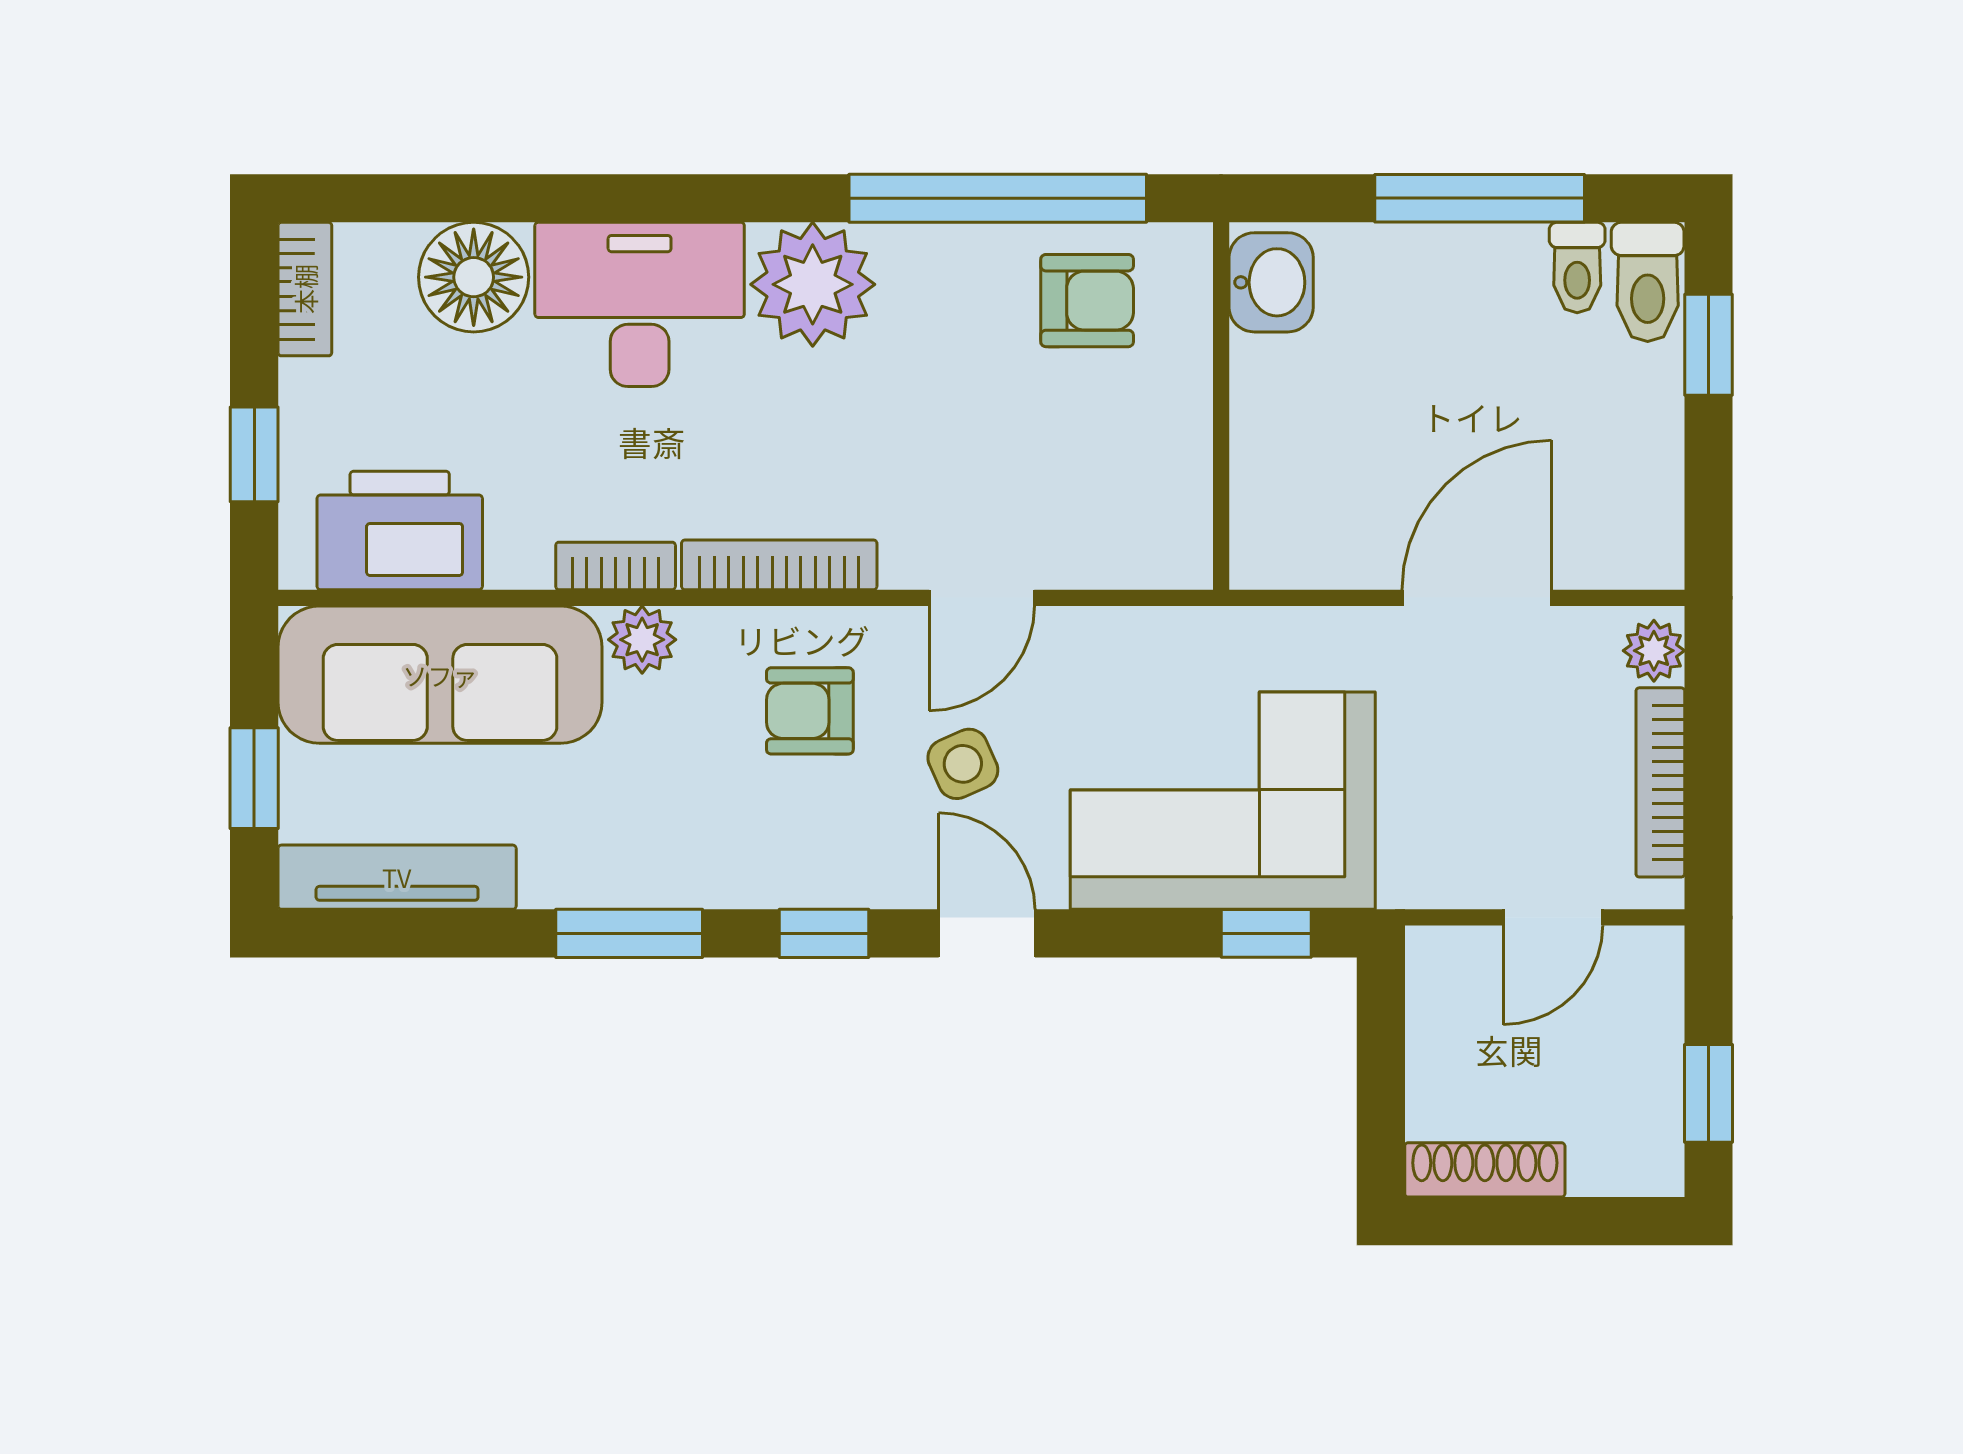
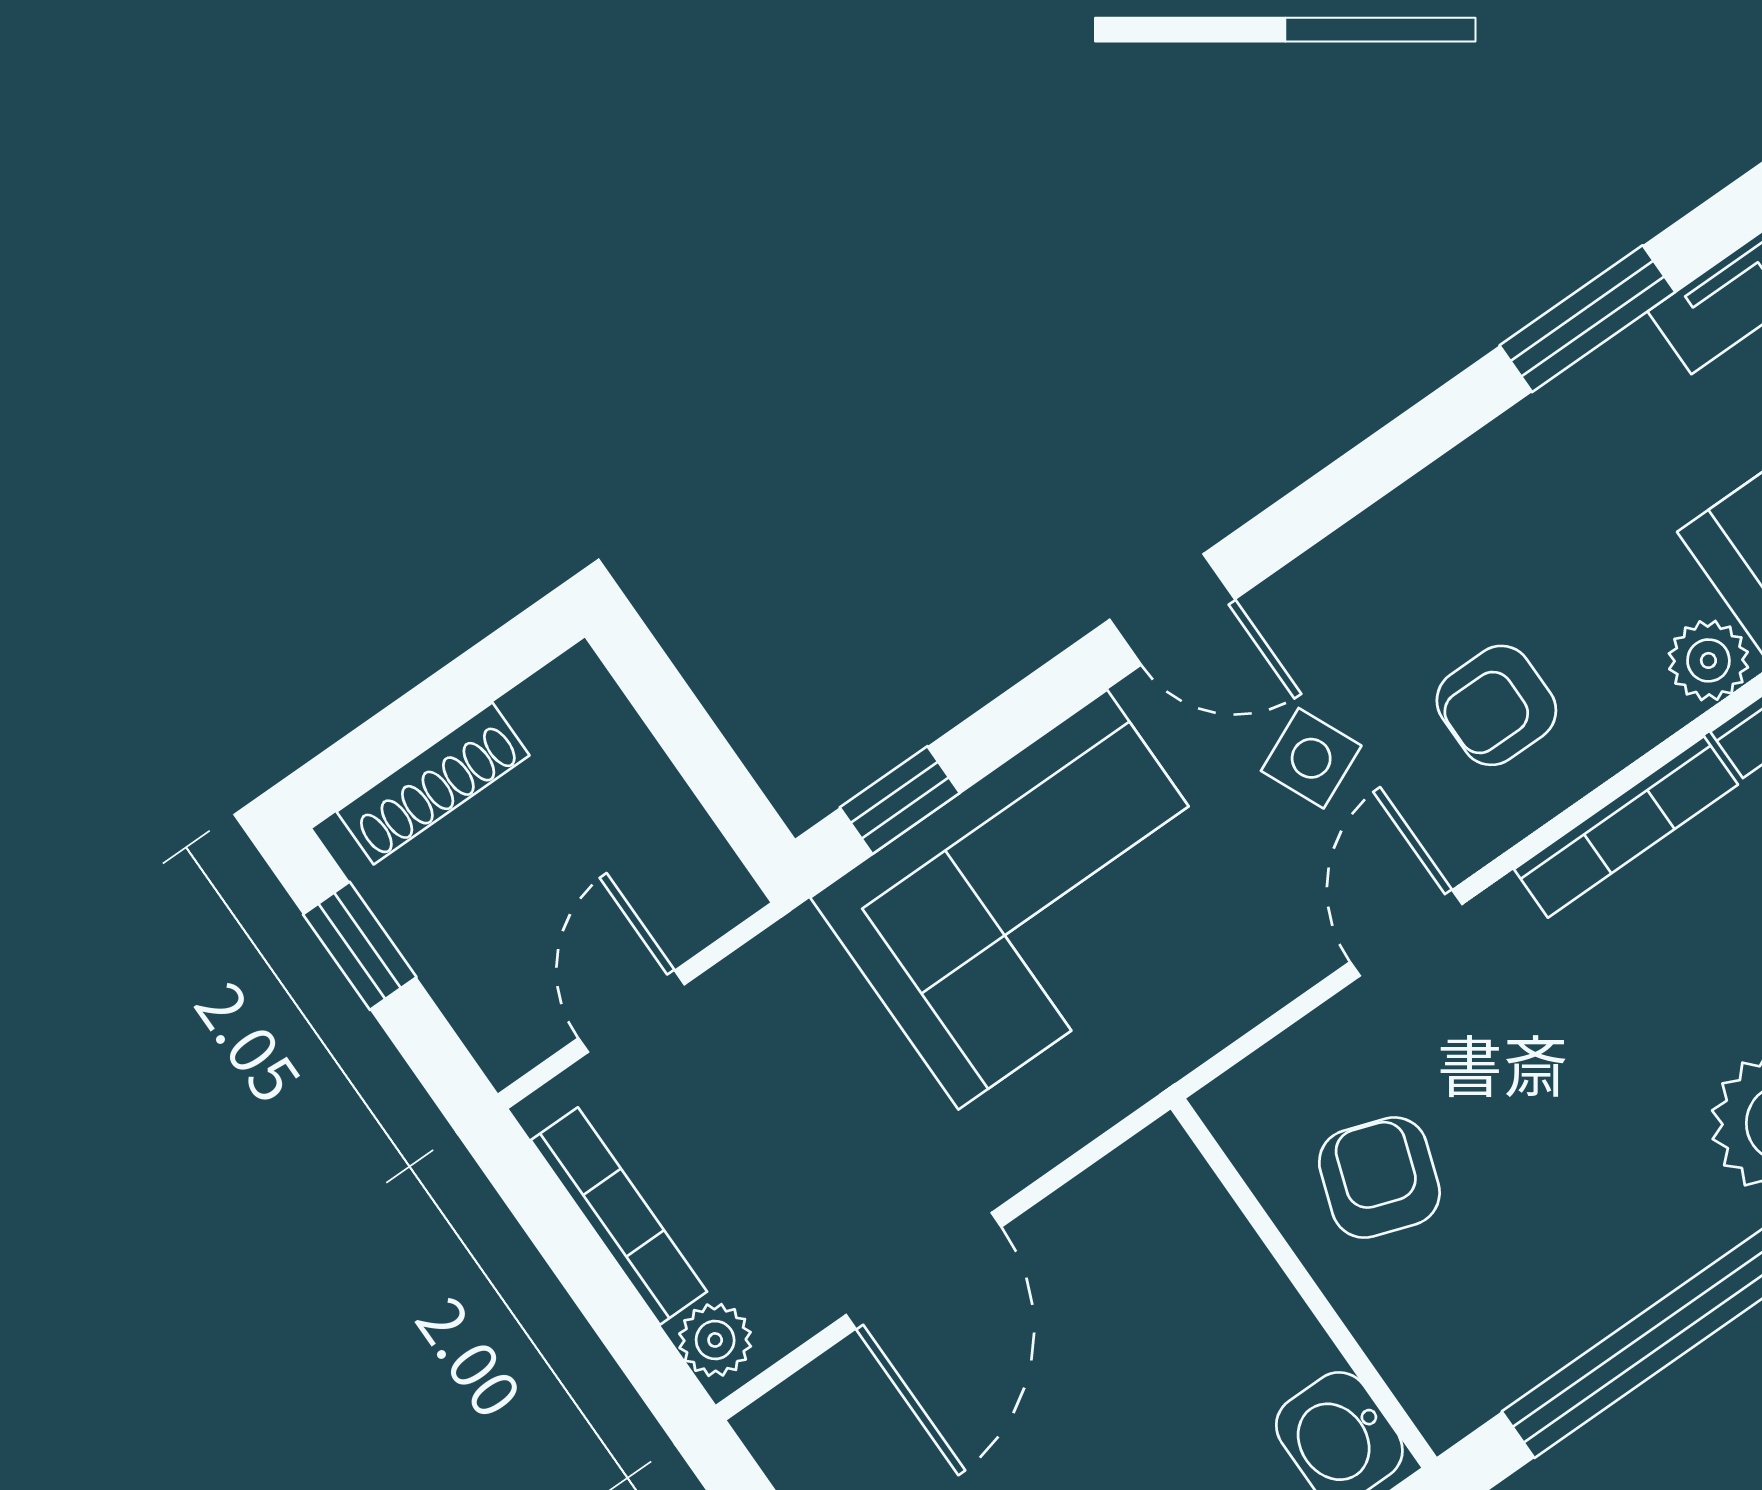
armchair: (1087, 301) -> (1379, 1178), moved, turned 109
armchair: (810, 711) -> (1496, 705), turned 180
window: (629, 933) -> (1587, 319), moved
window: (824, 933) -> (1331, 498), removed
shoe rack: (1485, 1170) -> (433, 783), moved

